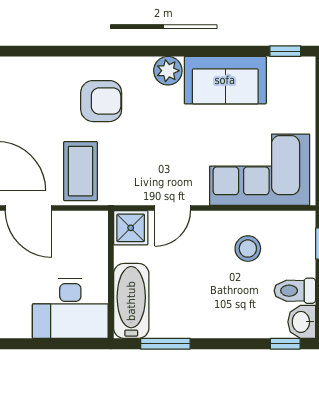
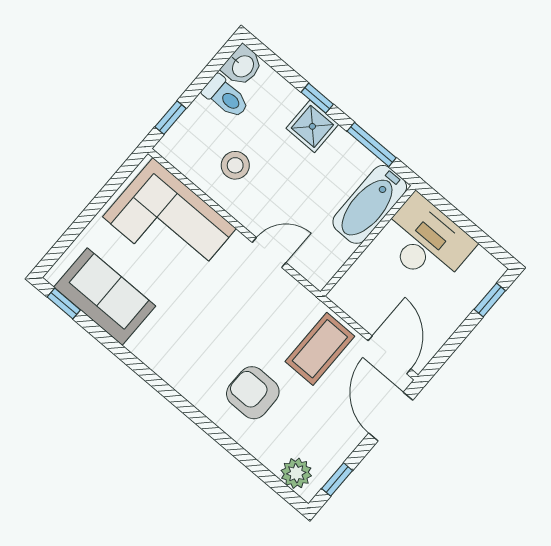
plant: (168, 71) -> (296, 473), moved
sofa: (225, 80) -> (105, 297), moved
shower: (131, 228) -> (312, 126), moved
window: (285, 344) -> (317, 98), moved

